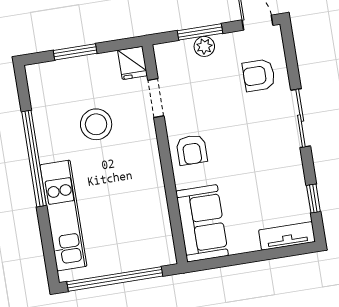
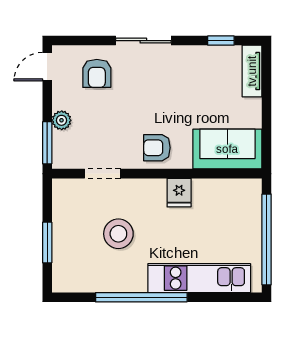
window: (200, 32) -> (47, 143), moved
fridge: (132, 63) -> (179, 193), moved, turned 90
armchair: (192, 150) -> (157, 148), turned 180

